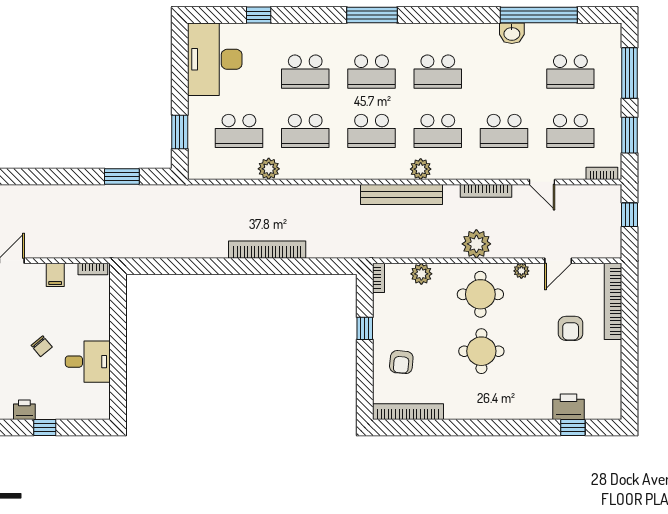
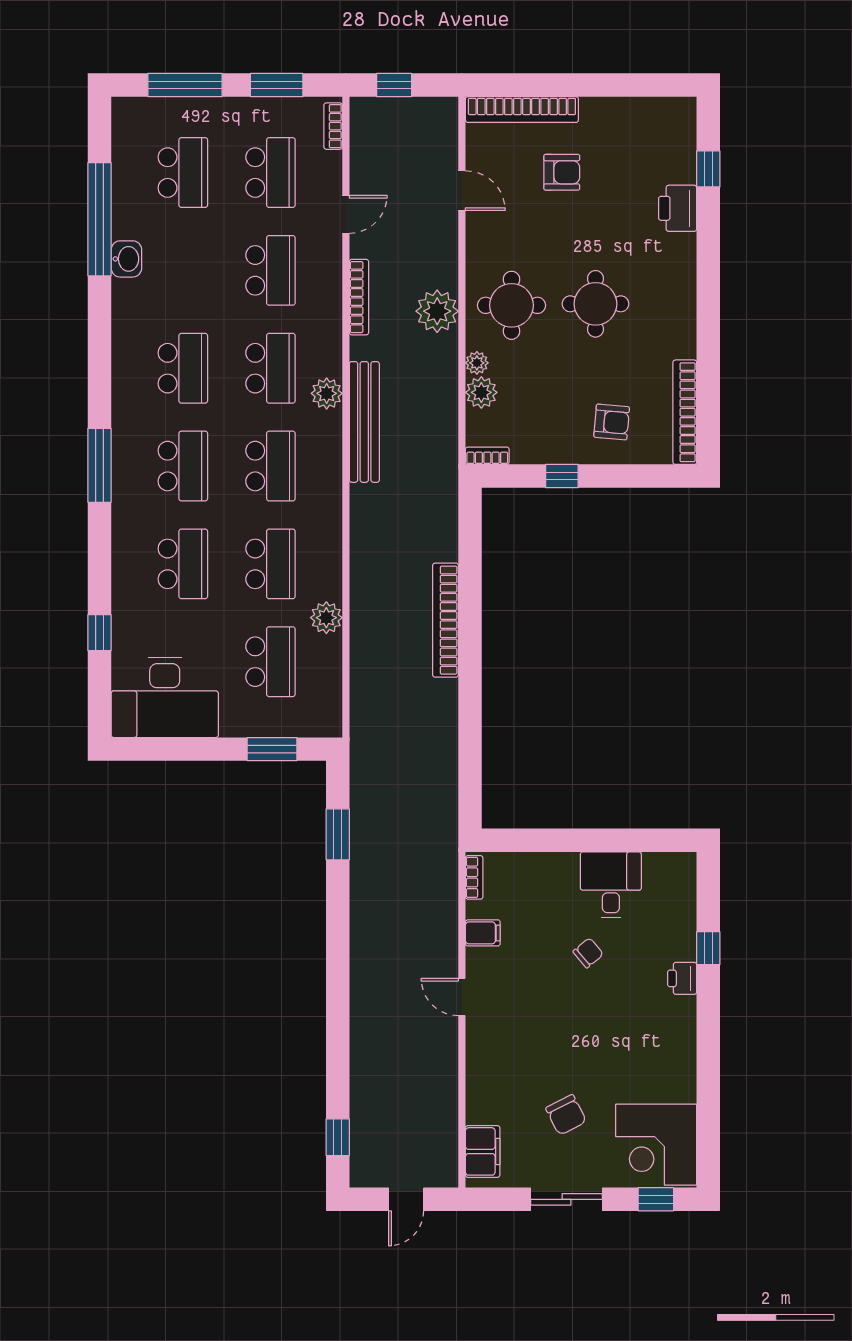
plant: (521, 271) -> (477, 363), moved
printer: (568, 407) -> (678, 208), moved

